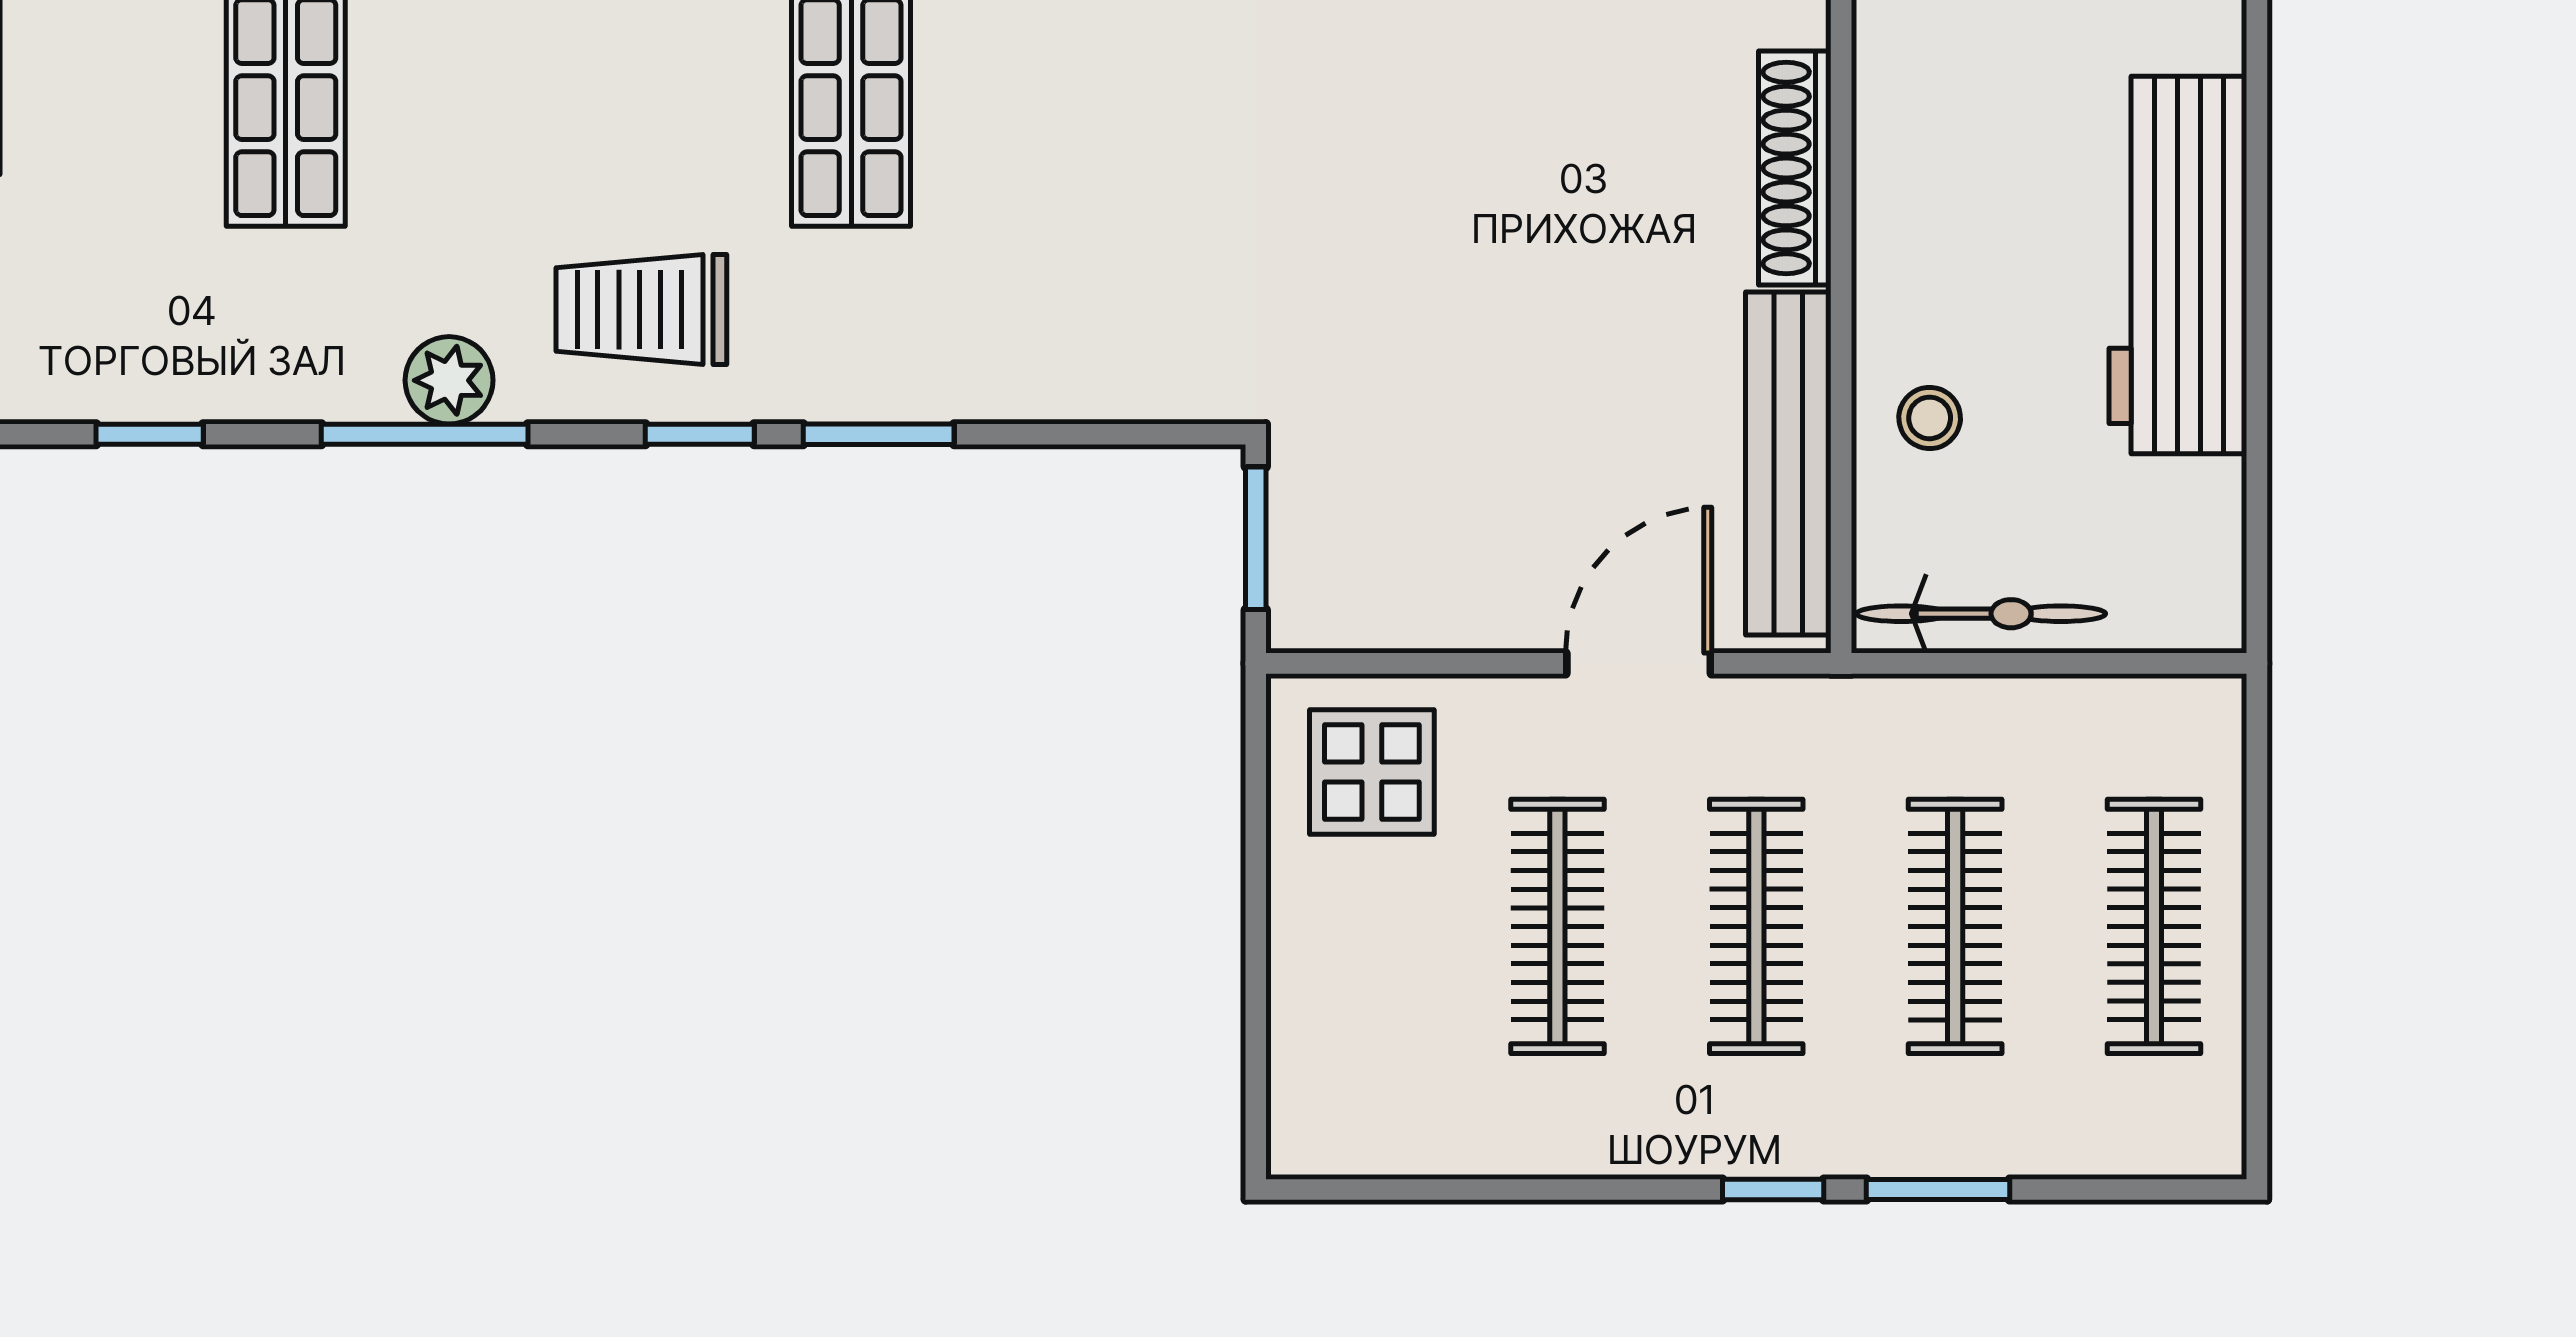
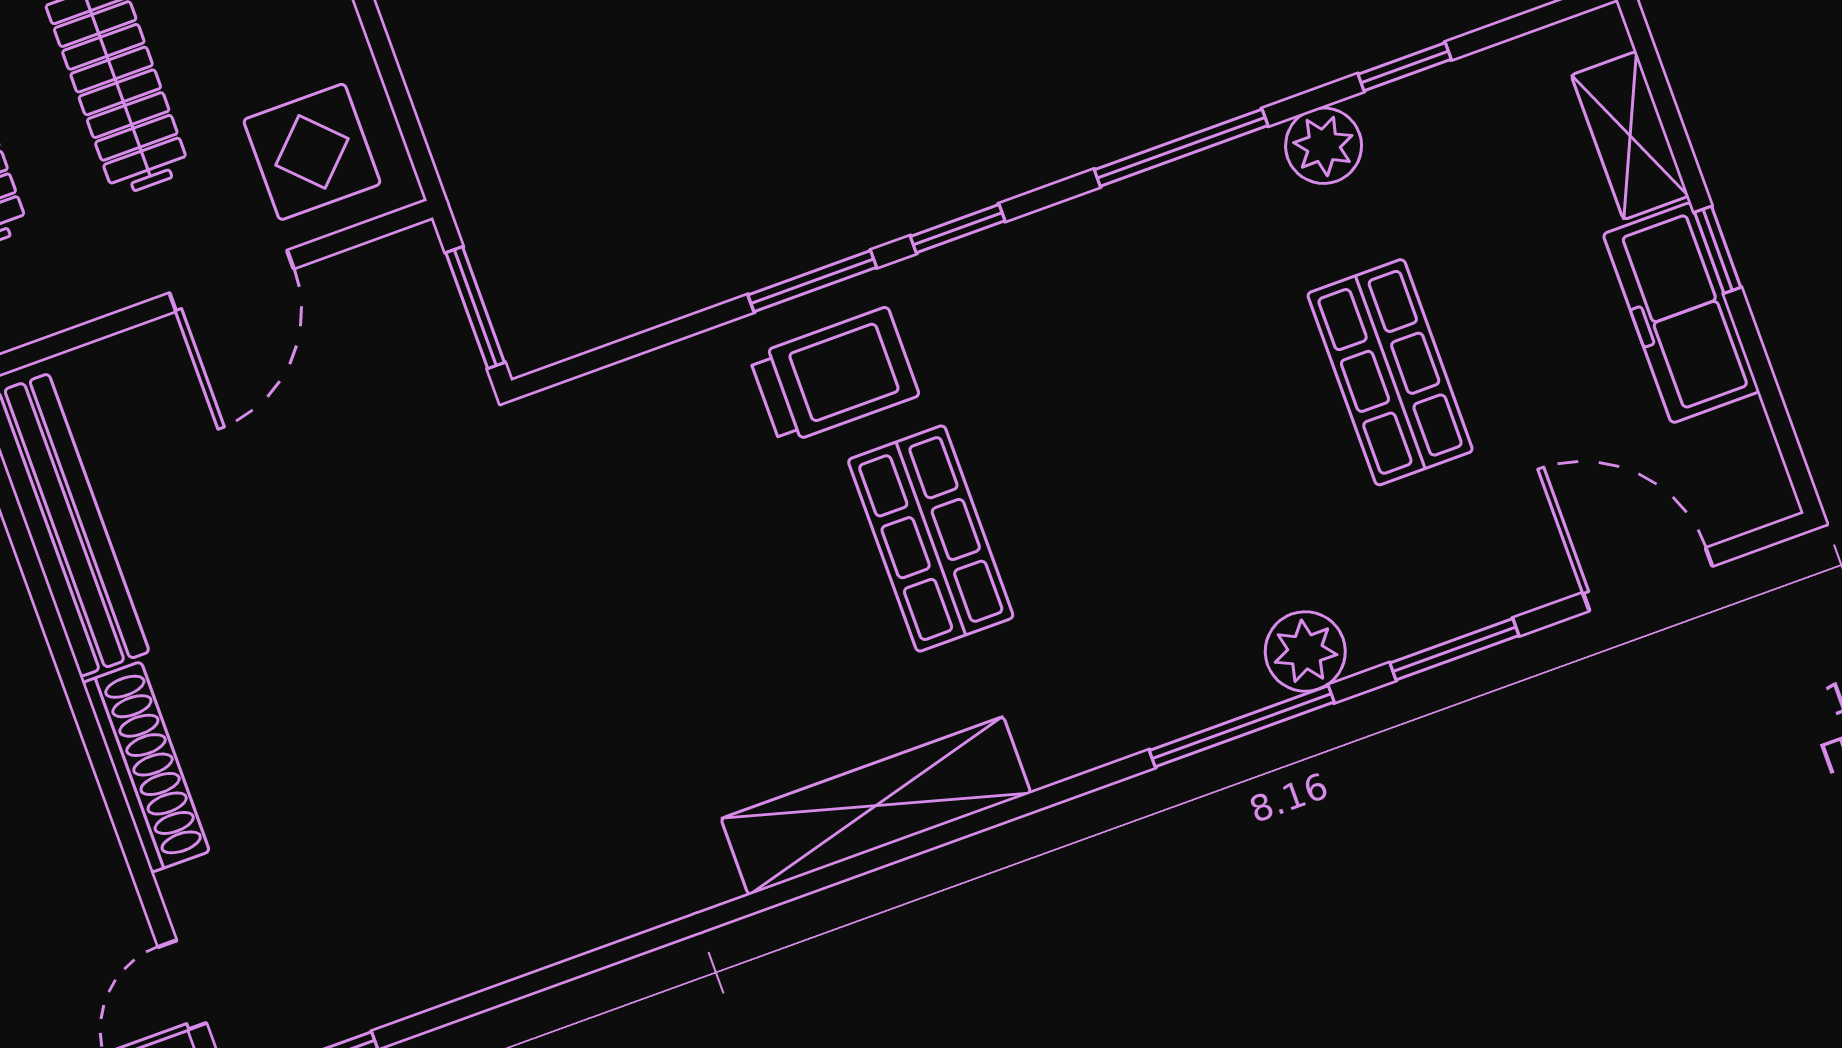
trolley: (641, 310) -> (834, 376), moved
plant: (449, 380) -> (1324, 146), moved
door: (1639, 663) -> (232, 281), moved

